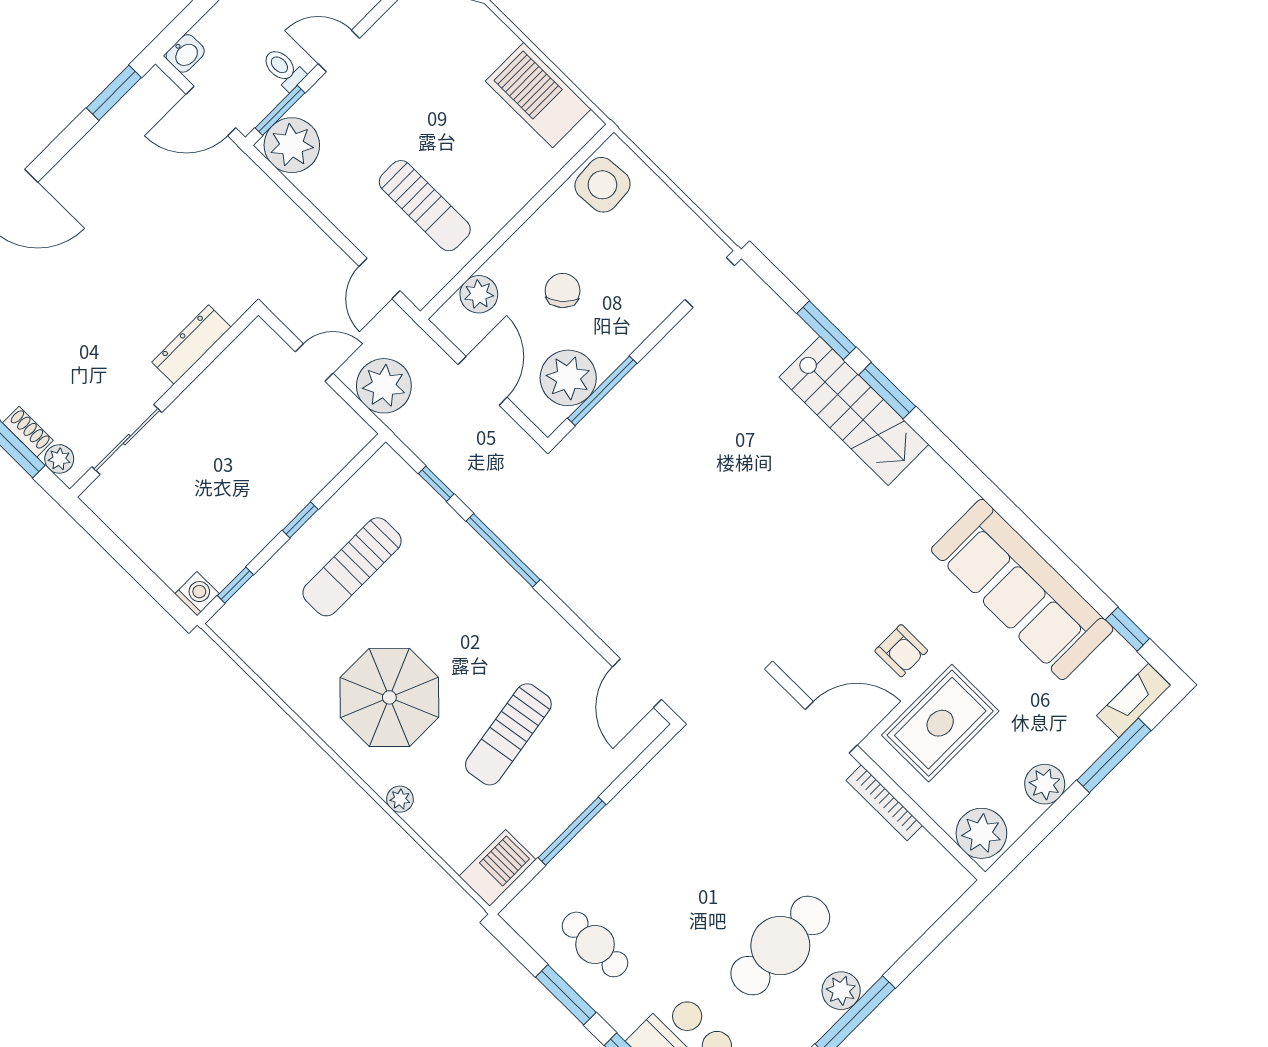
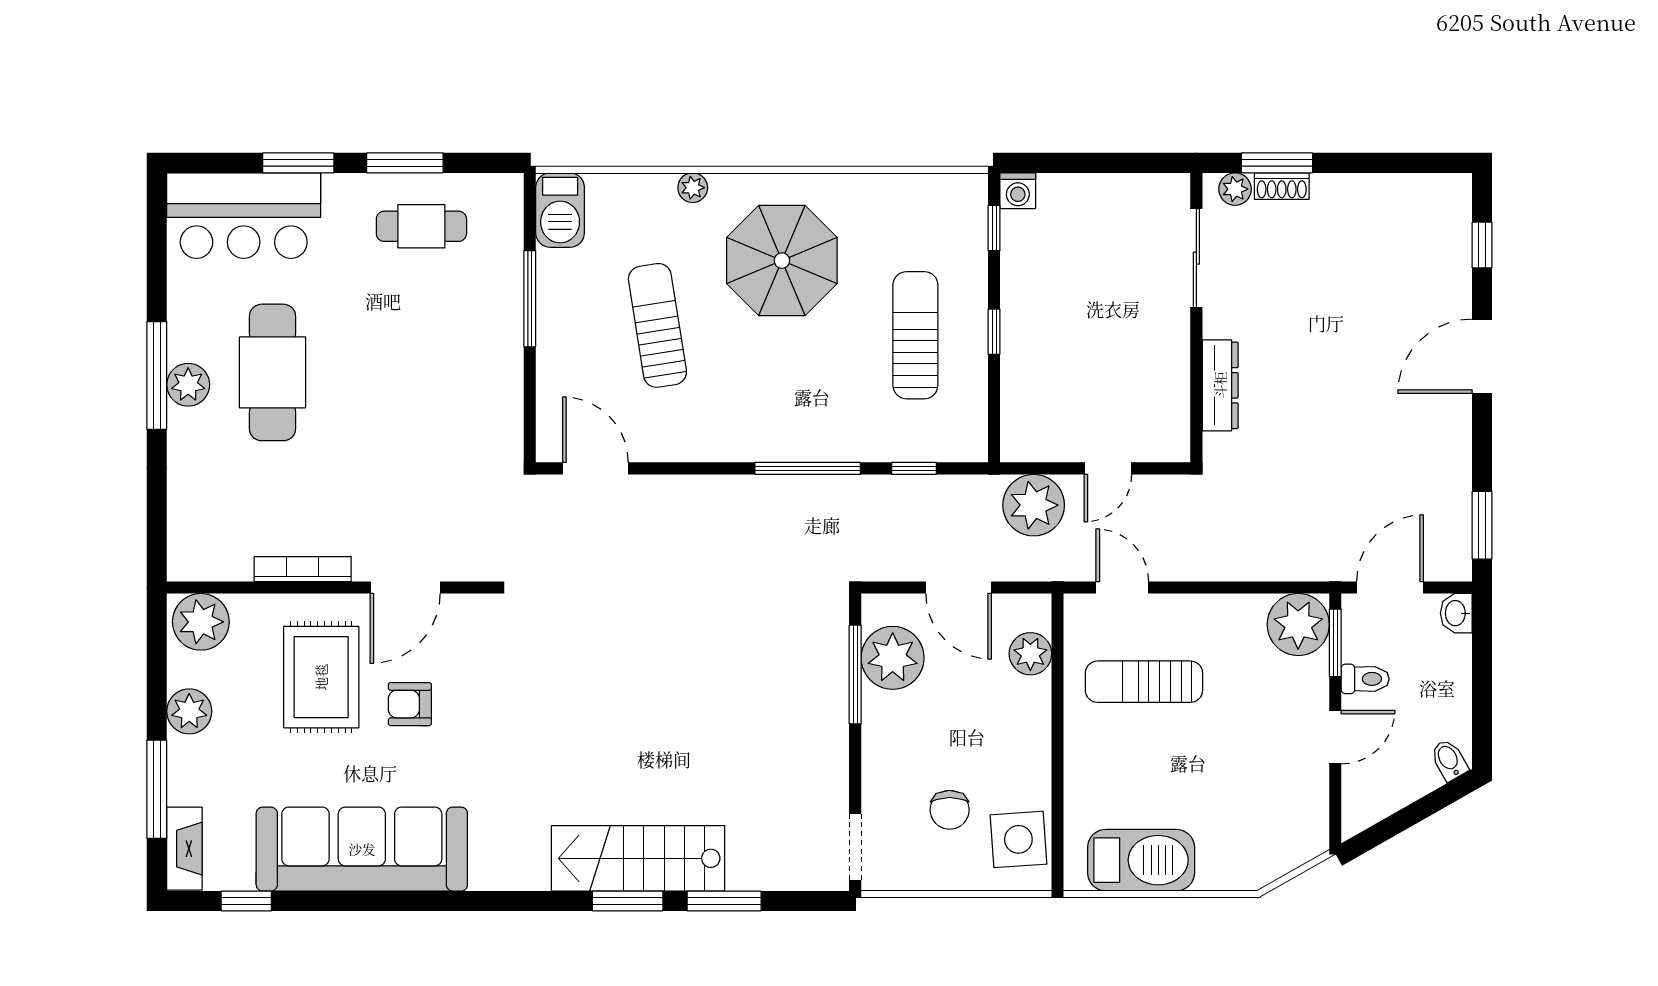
chair: (563, 291) -> (950, 810), moved, turned 42

